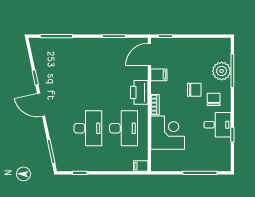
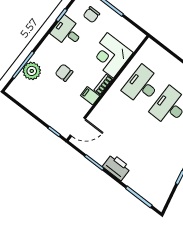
filing cabinet: (159, 75) -> (90, 96), moved
printer: (139, 92) -> (117, 167), moved, turned -90
chair: (214, 99) -> (92, 15), moved
filing cabinet: (141, 166) -> (151, 46), removed

